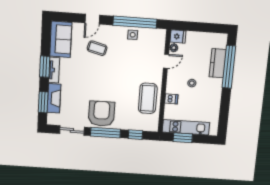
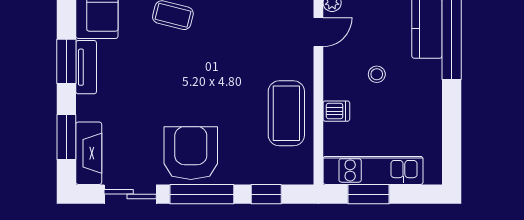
fireplace: (54, 98) -> (89, 153), moved

